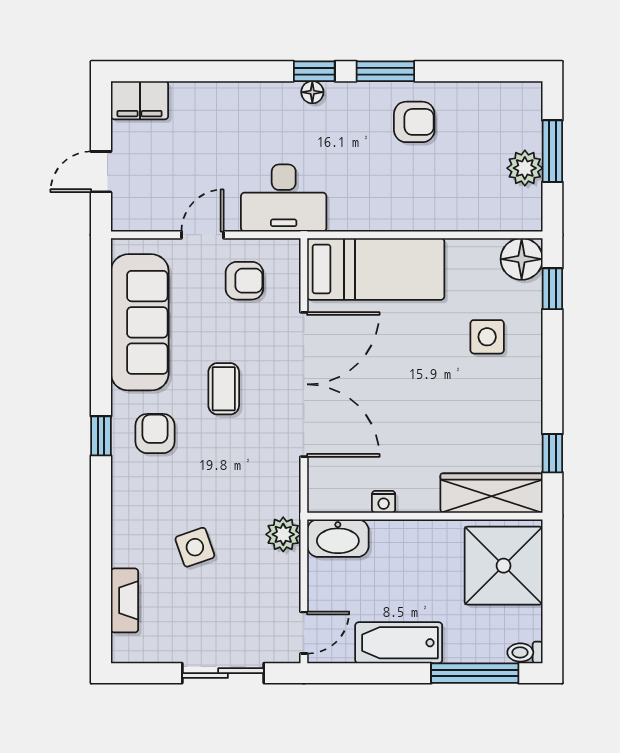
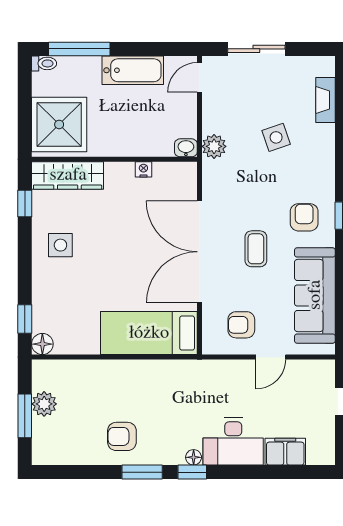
filing cabinet: (140, 100) -> (285, 452), moved
desk: (284, 198) -> (233, 442), moved, turned 180
floor lamp: (522, 259) -> (42, 344), width x0.73, depth x0.73
side table: (487, 337) -> (60, 245), moved
armchair: (155, 434) -> (304, 217), turned 180
washbasin: (338, 538) -> (186, 148), width x0.52, depth x0.69

